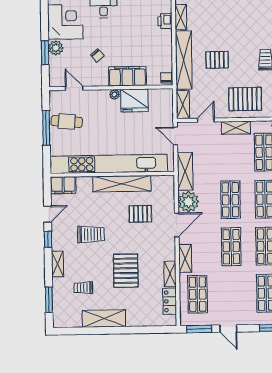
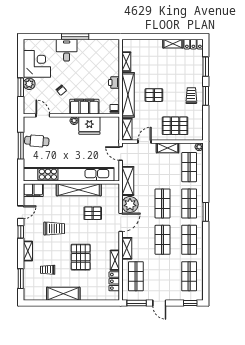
printer: (165, 21) -> (114, 83), moved

